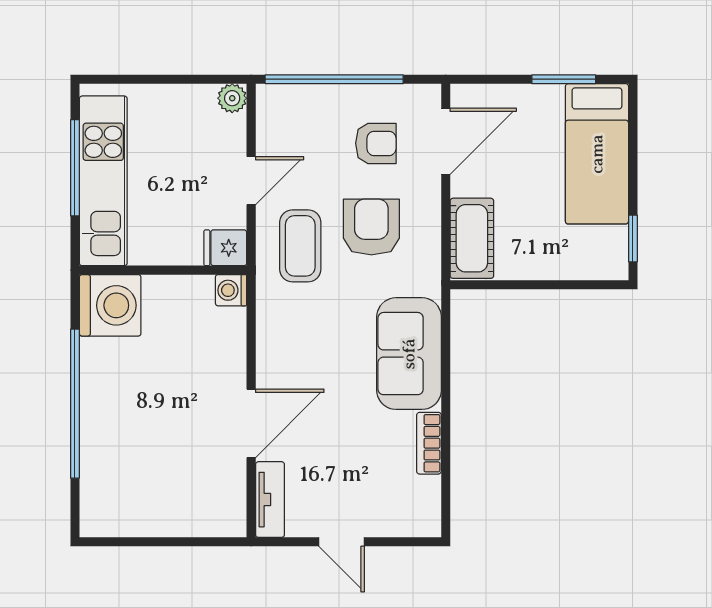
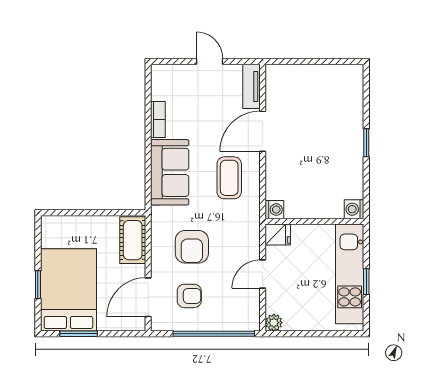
armchair: (376, 143) -> (189, 296), turned 180
bed: (597, 154) -> (68, 290), width x1.50
window: (75, 168) -> (366, 282), width x0.46
window: (633, 239) -> (38, 285), moved
coffee table: (300, 246) -> (229, 178), moved
washing machine: (110, 305) -> (354, 209), width x0.53, depth x0.53
window: (75, 404) -> (366, 143), width x0.32

